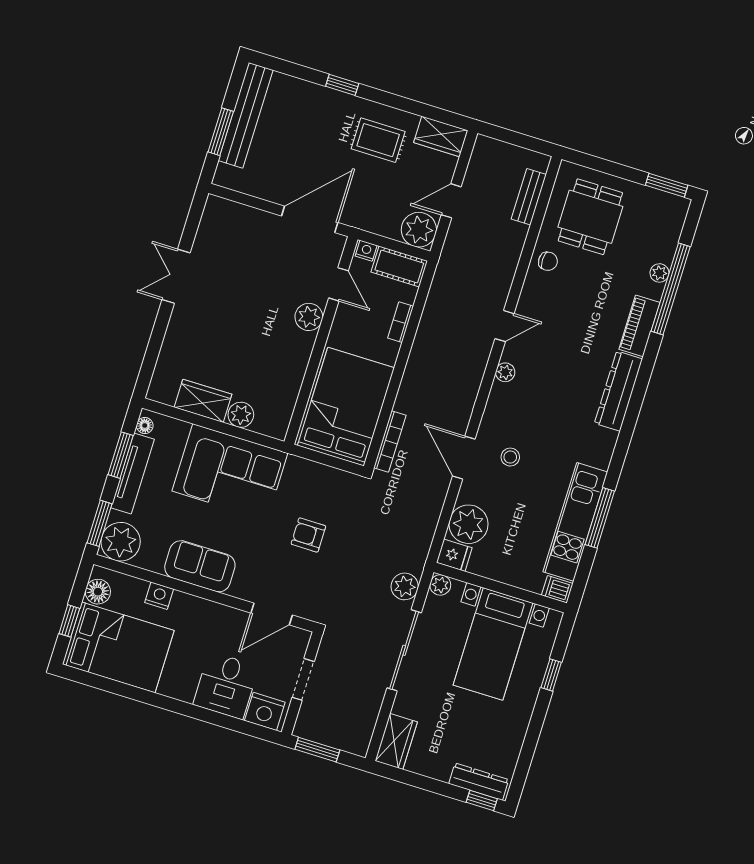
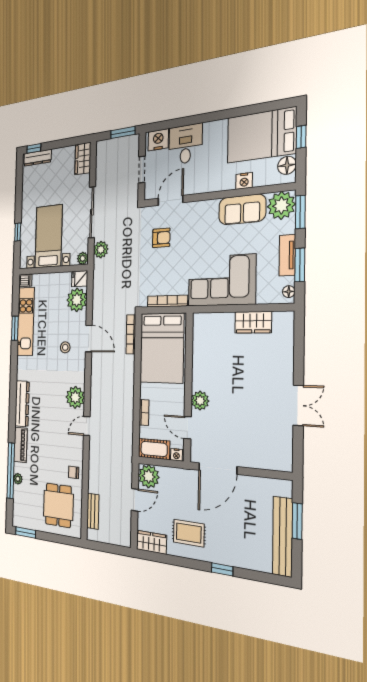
plant: (505, 372) -> (75, 397), width x1.88, depth x1.88
plant: (241, 415) -> (225, 321), removed
bookcase: (318, 471) -> (167, 301), added
tv unit: (132, 473) -> (287, 255), width x0.71
window: (600, 518) -> (15, 328), width x0.69
armchair: (308, 535) -> (161, 238), moved
sofa: (200, 566) -> (242, 209), moved

